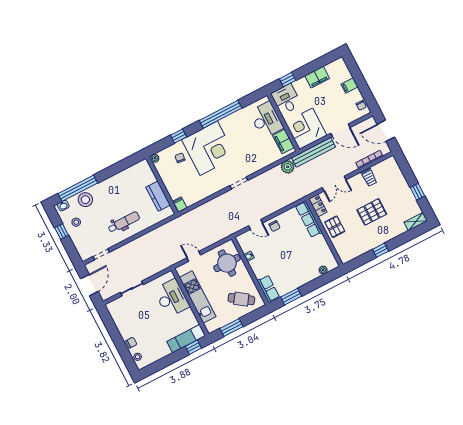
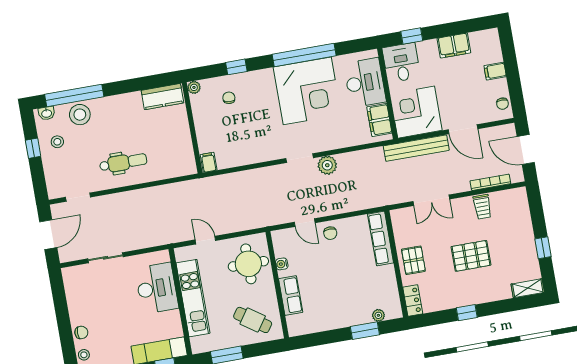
corner desk: (209, 148) -> (307, 91), moved
plant: (288, 167) -> (327, 165), moved
kitchen counter: (158, 196) -> (162, 97), moved, turned -90
locker: (318, 205) -> (413, 300), moved
row of seats: (268, 289) -> (291, 296), moved
window: (291, 297) -> (365, 331), moved

